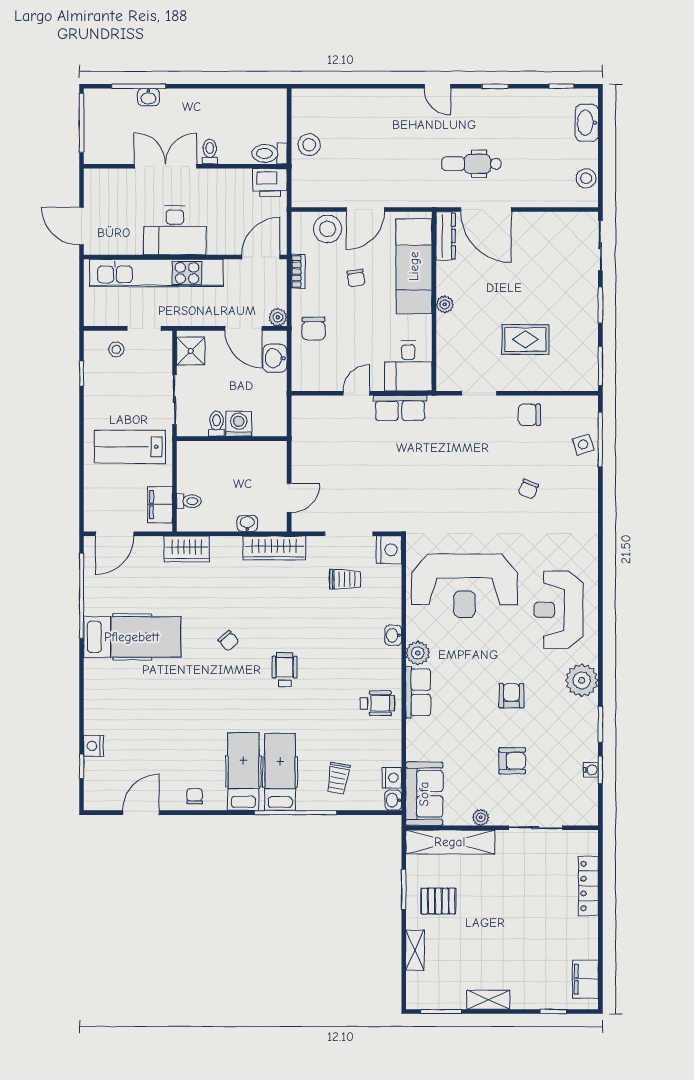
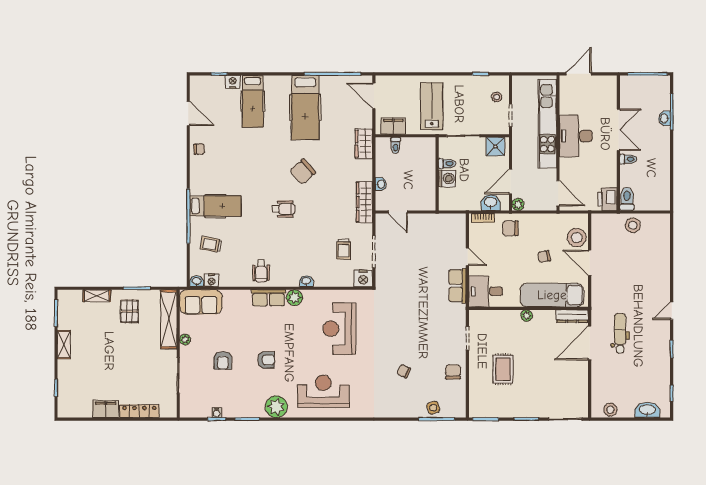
bookcase: (298, 271) -> (483, 218), moved
reception desk: (464, 586) -> (339, 329), width x0.74, depth x0.77
chair: (229, 641) -> (303, 172), width x1.87, depth x1.87
hospital bed: (243, 772) -> (253, 101), moved, turned 90
filing cabinet: (585, 979) -> (106, 409), moved

